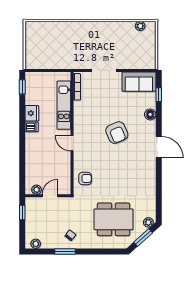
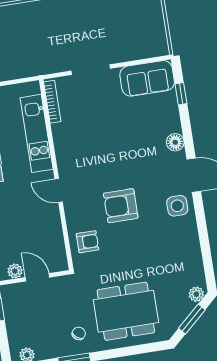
floor lamp: (150, 114) -> (175, 142), moved
armchair: (117, 133) -> (121, 206), moved, turned 113
side table: (145, 165) -> (177, 206), added
door: (50, 196) -> (37, 277), hinge flipped
dining table: (114, 219) -> (126, 311), moved

